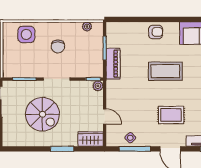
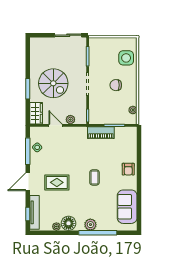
coffee table: (165, 71) -> (94, 177), width x0.54, depth x0.58
plant: (98, 86) -> (70, 120), moved
spiral stairs: (42, 114) -> (53, 83), moved, turned -90
rug: (171, 115) -> (57, 182), turned 90
door: (105, 116) -> (56, 125), swing flipped

